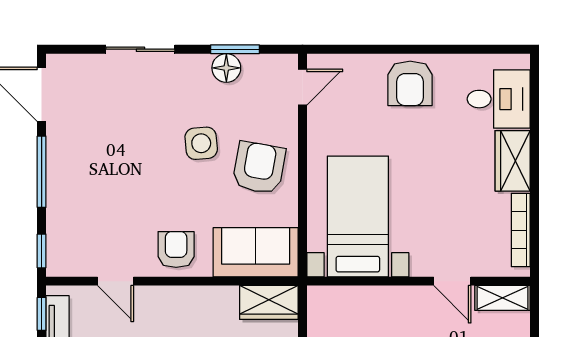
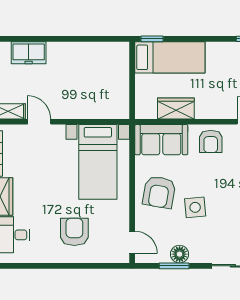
armchair: (410, 83) -> (74, 232), moved
door: (302, 87) -> (132, 242), swing flipped
wardrobe: (269, 302) -> (176, 108), moved

